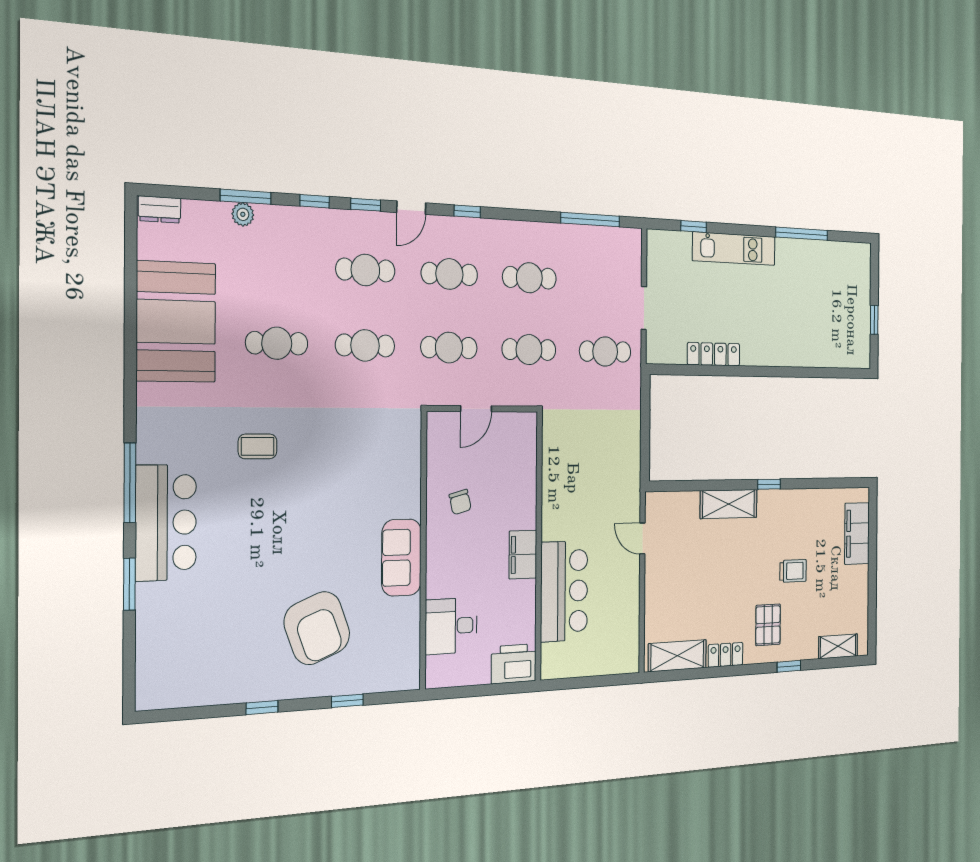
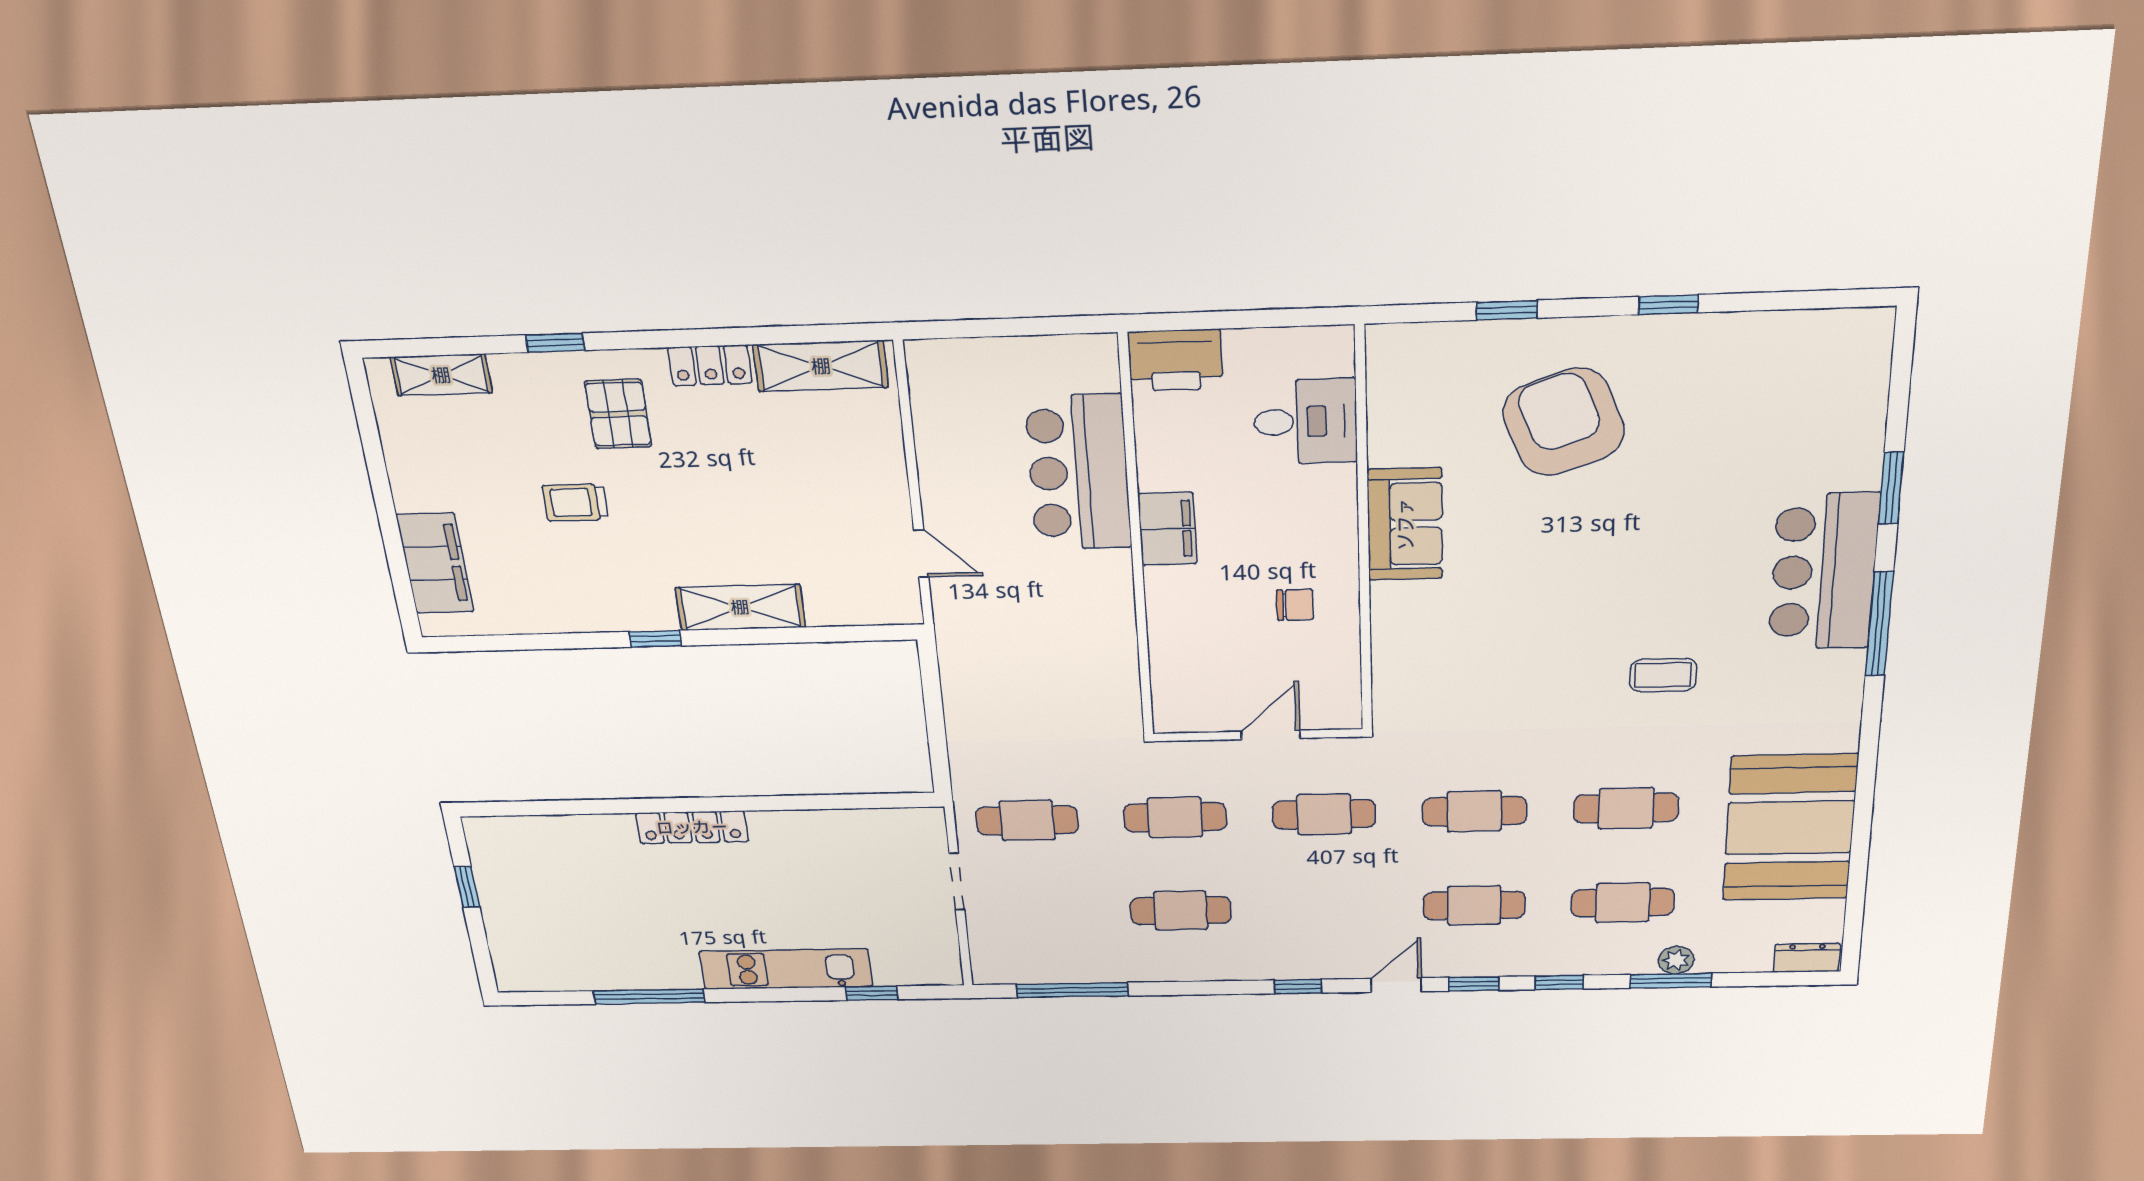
cafe table: (449, 274) -> (1623, 903), moved
locker: (714, 354) -> (692, 827), moved
chair: (460, 502) -> (1295, 605), turned 104

